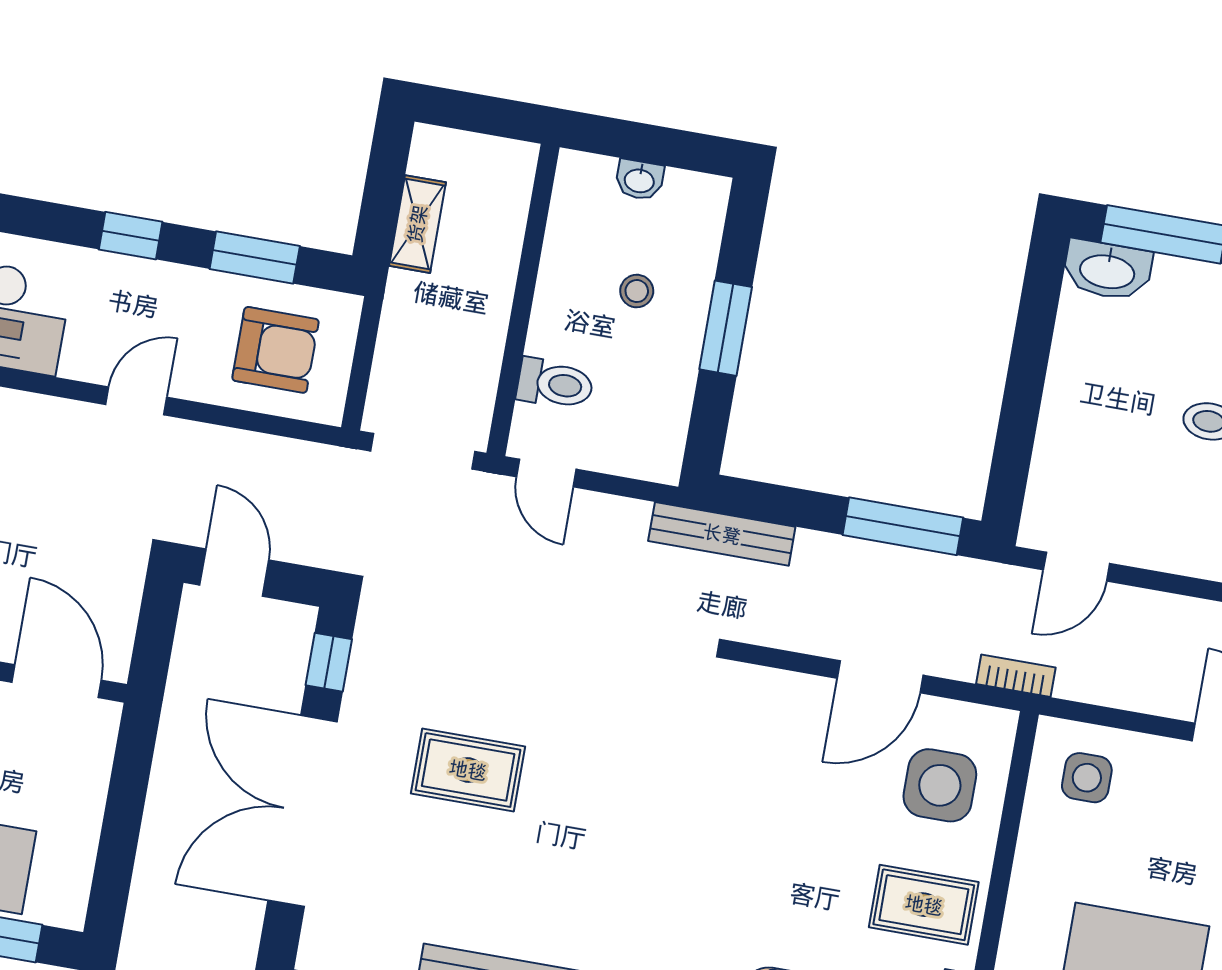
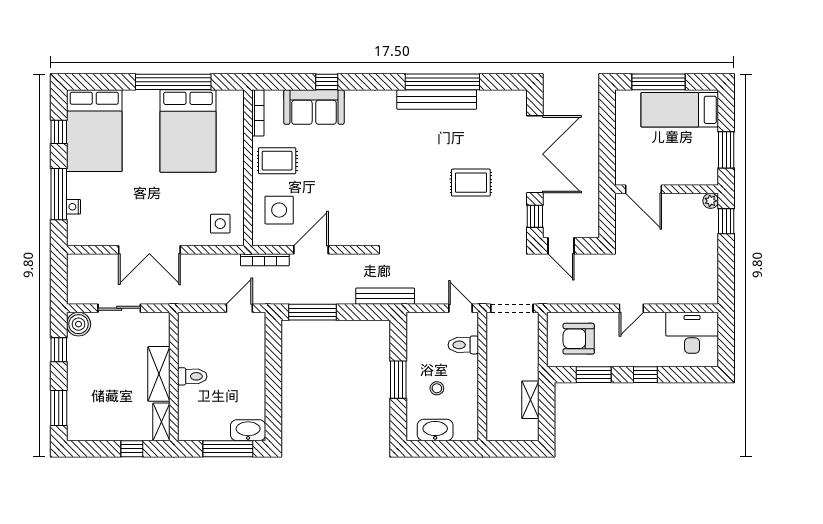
washbasin: (639, 180) -> (435, 430), width x1.91, depth x1.45
door: (234, 573) -> (561, 246), moved
bookcase: (1016, 676) -> (265, 260), width x1.56

